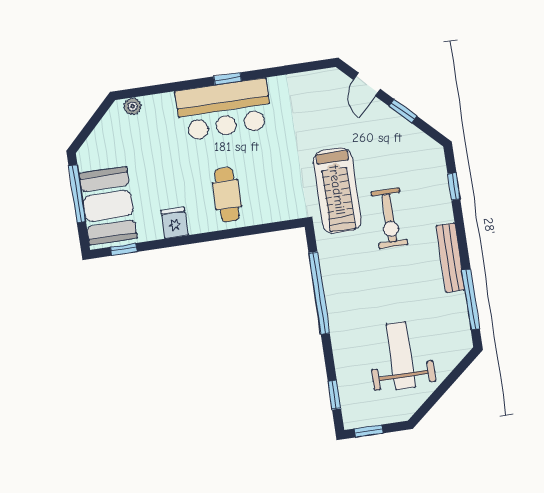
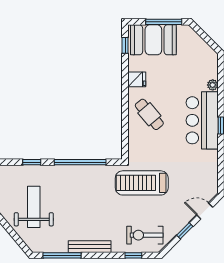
plant: (132, 106) -> (213, 85), moved
cafe table: (227, 195) -> (149, 114), turned 50
exercise bike: (389, 218) -> (145, 235), moved
weight bench: (401, 356) -> (34, 207), turned -90
window: (334, 395) -> (32, 162), moved

